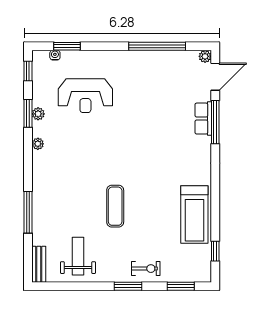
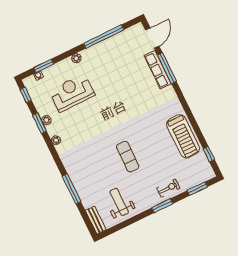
plant: (205, 56) -> (76, 58), moved
reception desk: (85, 96) -> (72, 93), turned 180
row of seats: (203, 119) -> (158, 70), width x1.48

